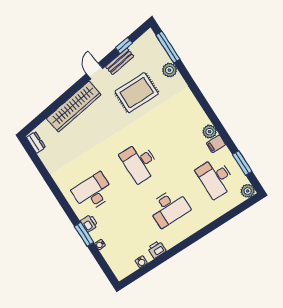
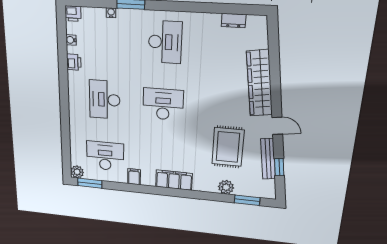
window: (168, 47) -> (247, 200), width x0.69
bench: (120, 61) -> (268, 159), width x1.36
filing cabinet: (194, 112) -> (174, 180), added
plant: (210, 132) -> (148, 179), removed
dresser: (36, 142) -> (234, 21), moved
window: (242, 163) -> (90, 183), moved
printer: (89, 223) -> (73, 14), moved

